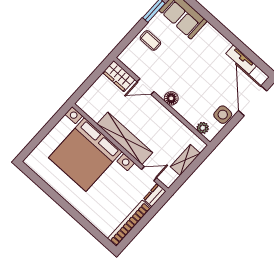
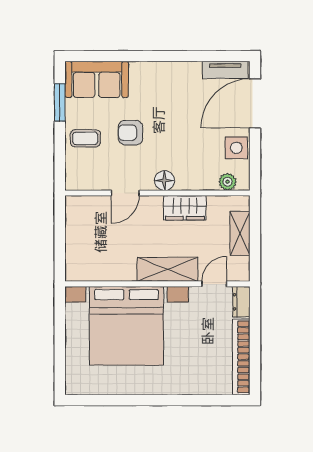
armchair: (176, 58) -> (130, 133), added
tv unit: (241, 60) -> (225, 70), moved
wardrobe: (119, 76) -> (185, 208), moved
door: (253, 101) -> (255, 103), hinge flipped
shelving: (125, 138) -> (167, 269), width x0.68

